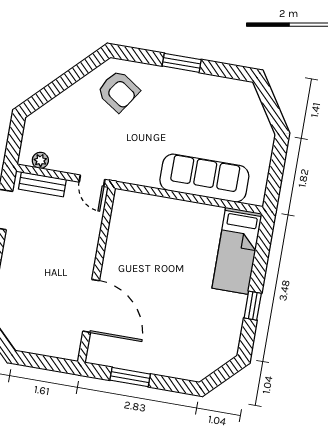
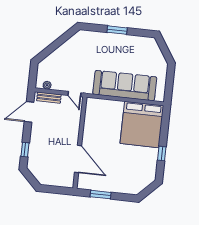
armchair: (118, 91) -> (85, 47), removed
sofa: (204, 178) -> (125, 86), width x1.36, depth x1.27
bed: (237, 251) -> (142, 125), width x2.04

